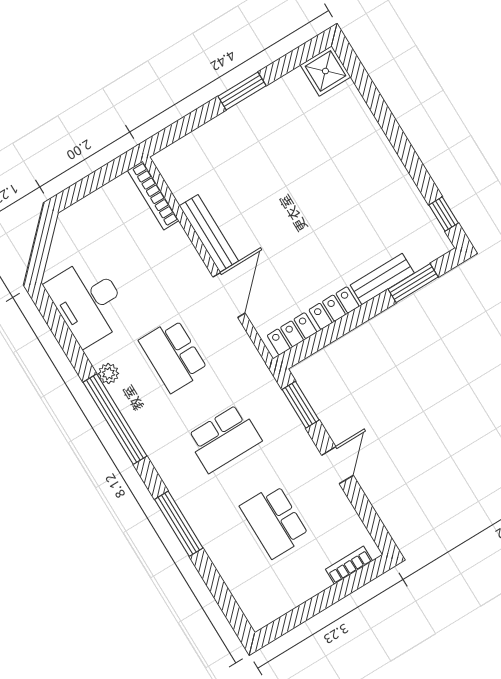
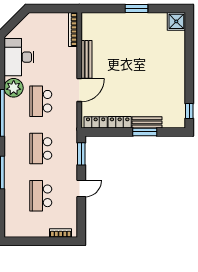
window: (413, 283) -> (145, 132), moved
plant: (108, 374) -> (14, 88), width x1.87, depth x1.87
school desk: (224, 438) -> (41, 149), turned 90

